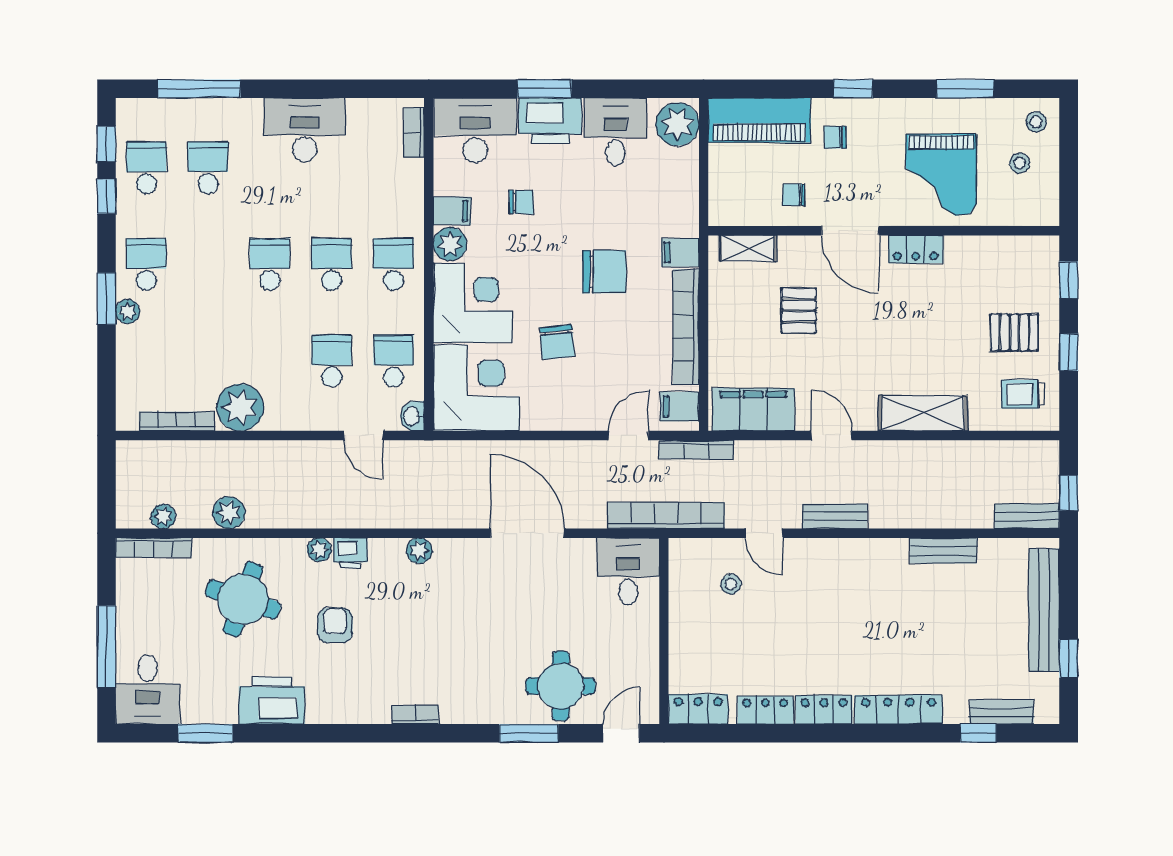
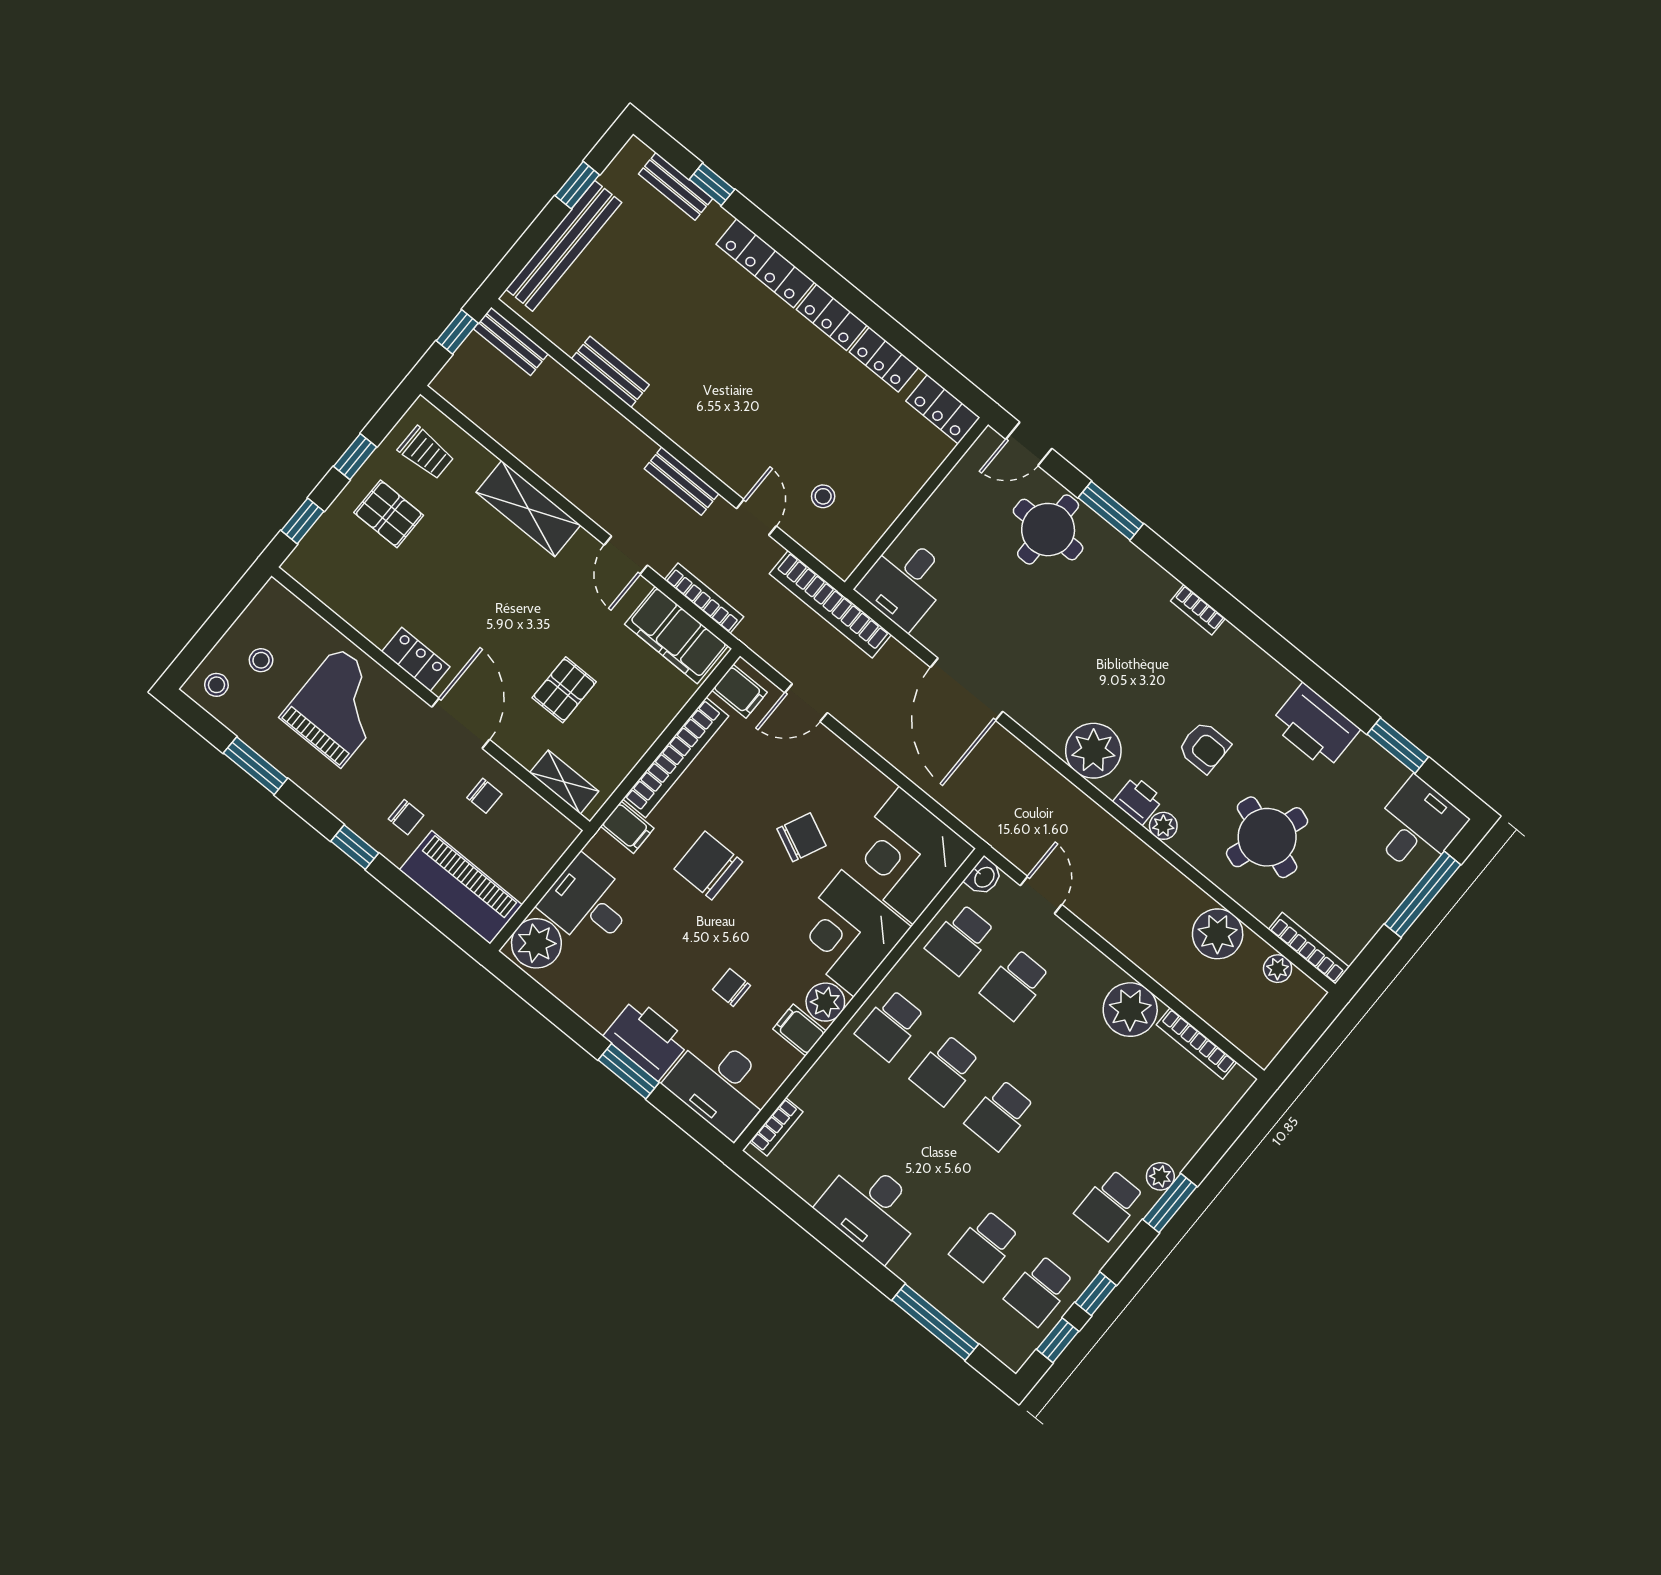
desk: (615, 132) -> (588, 903), moved, turned 90
chair: (557, 342) -> (801, 837), turned 30
bookcase: (696, 450) -> (704, 598), moved
plant: (229, 513) -> (1218, 934), width x1.36, depth x1.36
plant: (419, 551) -> (1093, 751), width x1.88, depth x1.88
armchair: (335, 625) -> (1204, 747), turned -90

